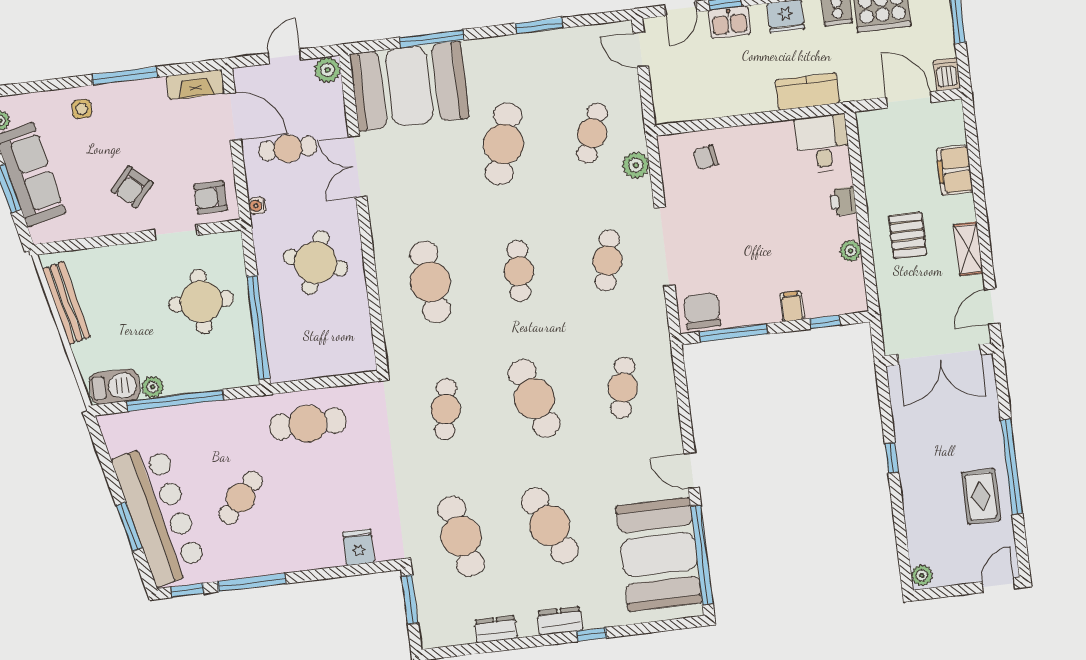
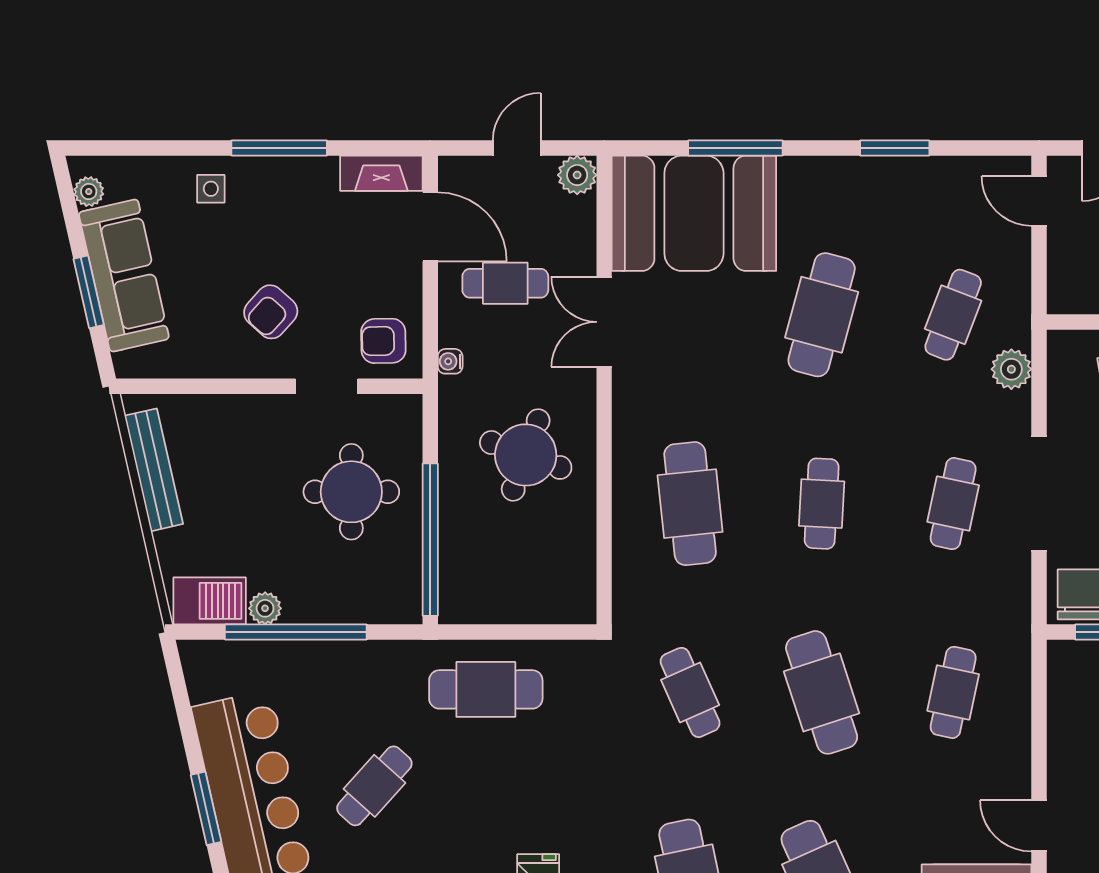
cafe table: (446, 409) -> (690, 692), turned -33

